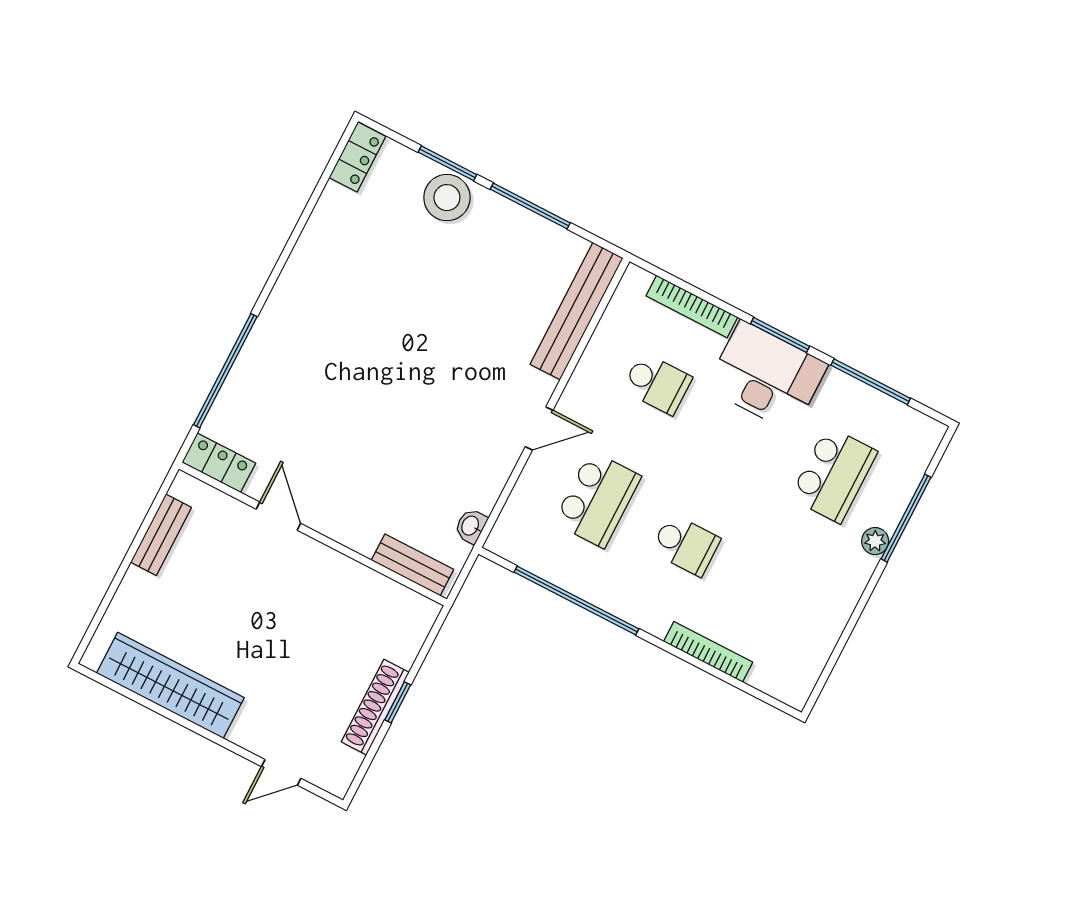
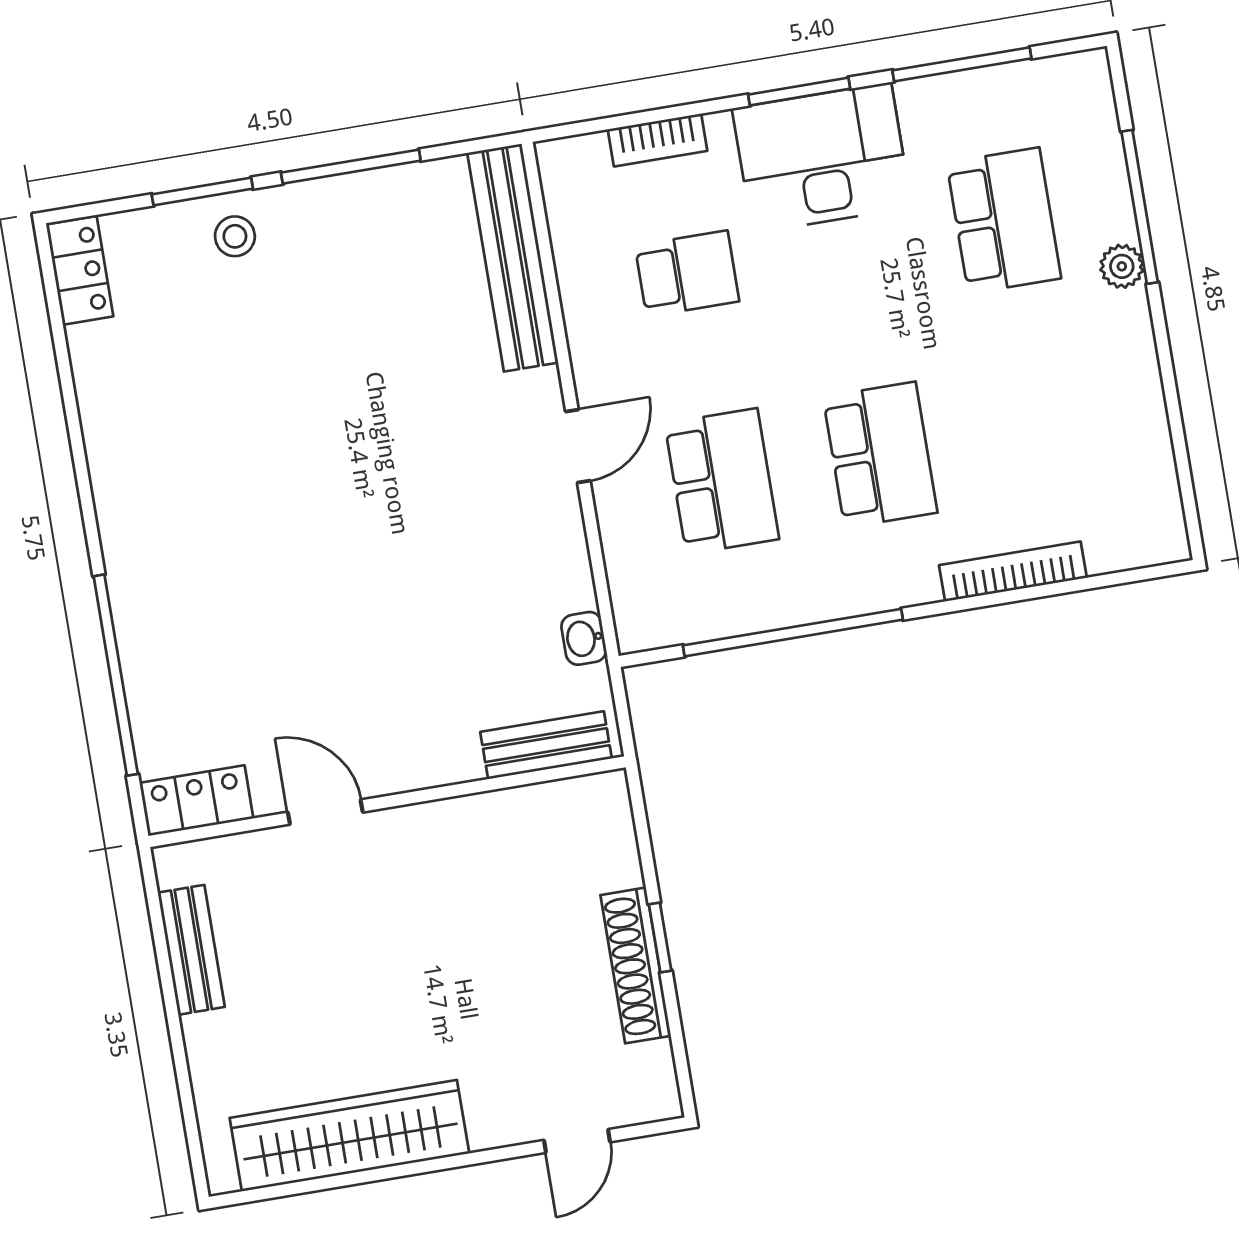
stool: (447, 198) -> (235, 236), width x0.53, depth x0.53
bookcase: (692, 307) -> (658, 140), width x0.64
school desk: (686, 545) -> (880, 455), width x1.85

